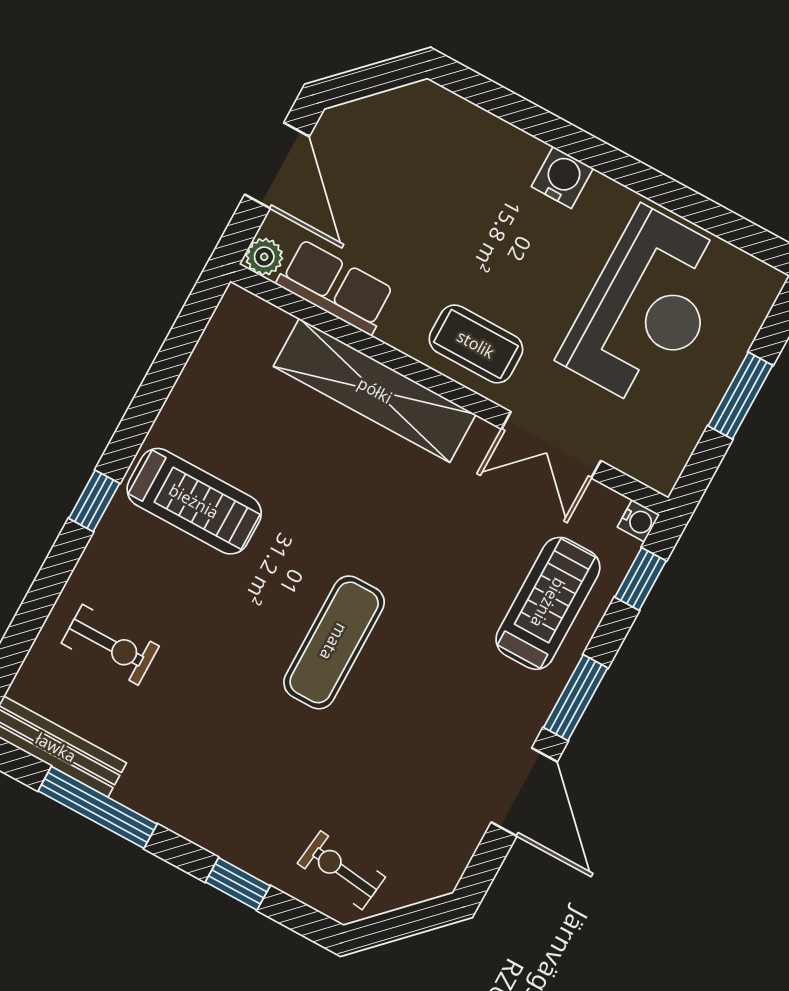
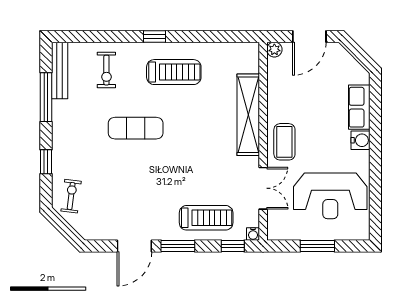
row of seats: (336, 287) -> (359, 107), moved, turned 180
double door: (551, 445) -> (263, 188), swing flipped
treadmill: (194, 501) -> (174, 72), turned -90
exercise mat: (334, 642) -> (136, 128), moved

